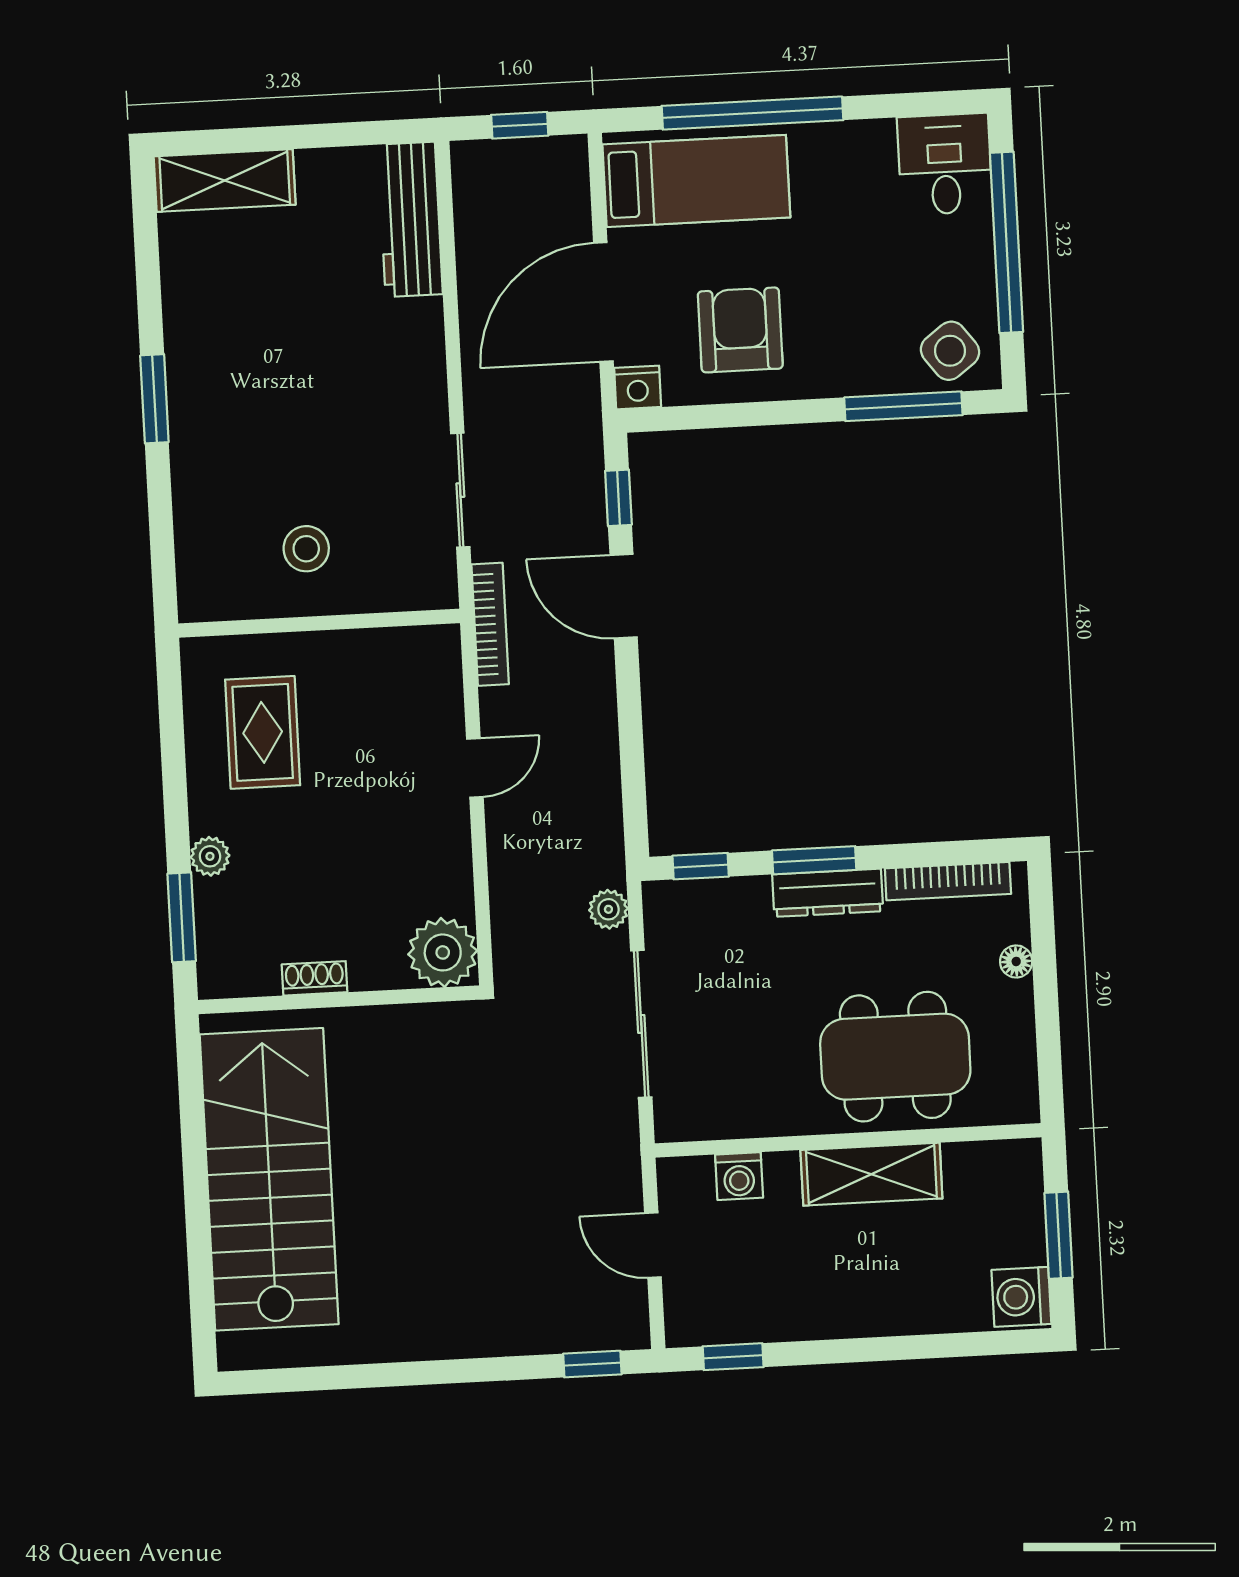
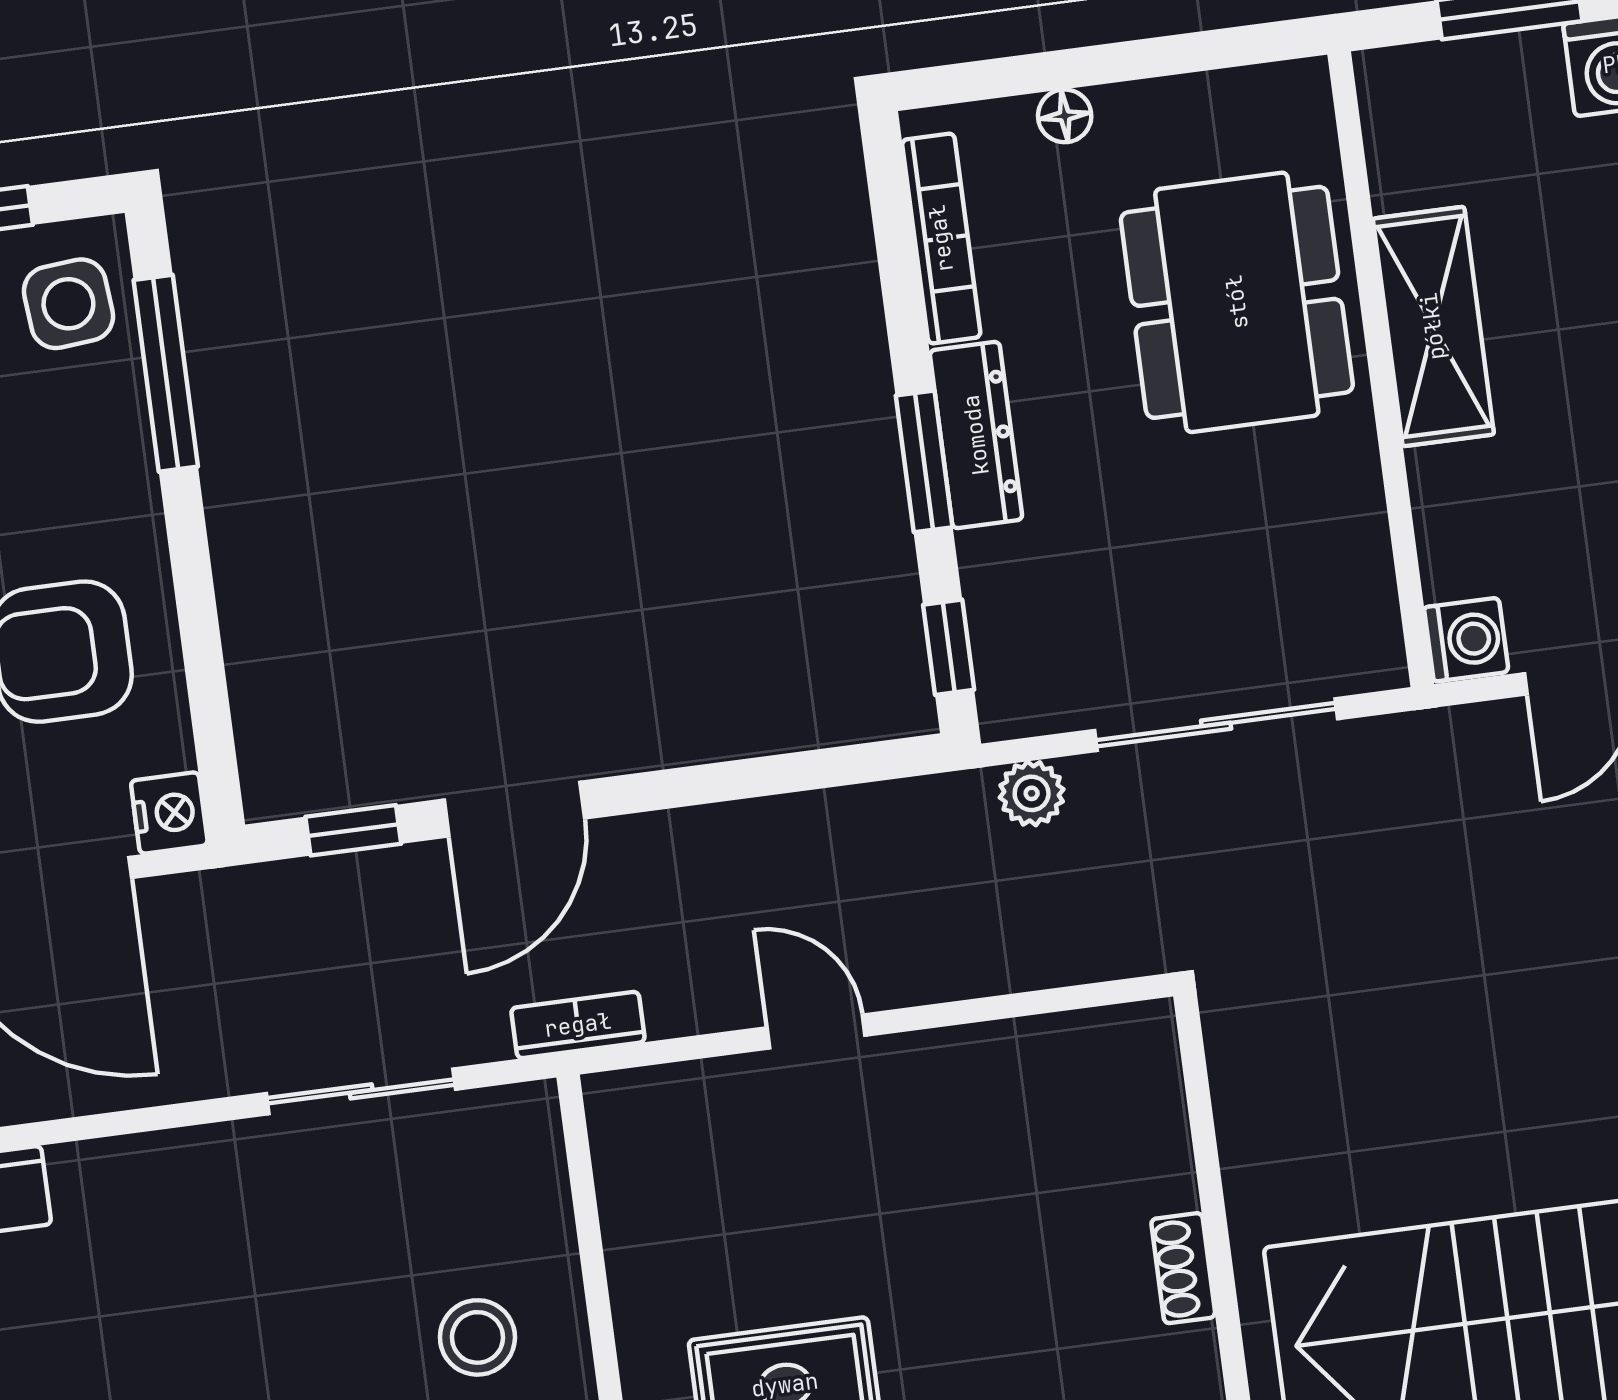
side table: (950, 351) -> (68, 304), turned 32
bookcase: (490, 624) -> (578, 1025), width x0.64
plant: (443, 952) -> (1124, 1061), removed
washing machine: (739, 1176) -> (1466, 640), moved

